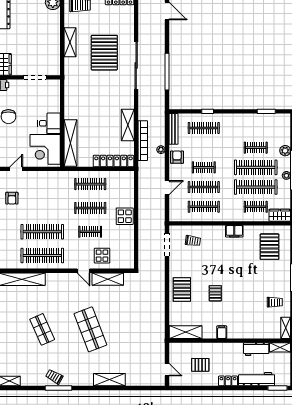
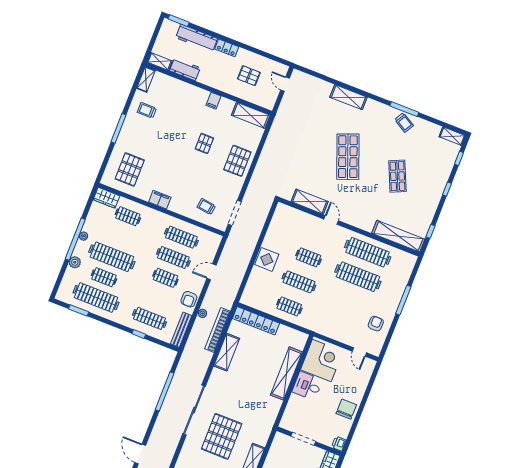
shelving: (71, 143) -> (286, 373), moved
door: (16, 169) -> (359, 352), hinge flipped
clothes rail: (90, 184) -> (289, 306), width x0.73
clothes rail: (256, 187) -> (96, 298), moved
display table: (102, 256) -> (306, 228), removed

